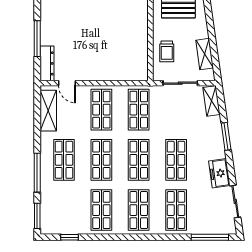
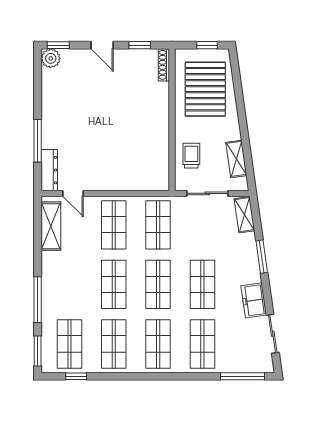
trolley: (167, 51) -> (191, 156), turned 180
shop shelf: (64, 160) -> (69, 344), moved

